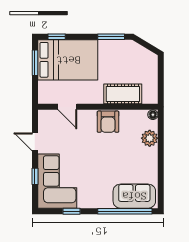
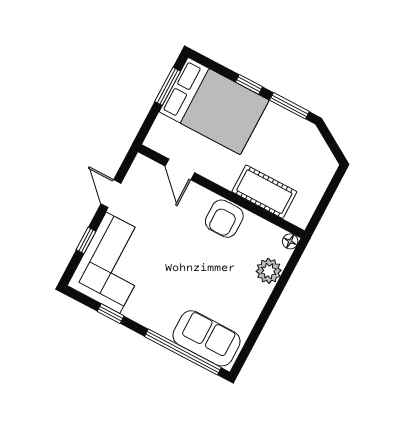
window: (57, 37) -> (249, 84), moved

